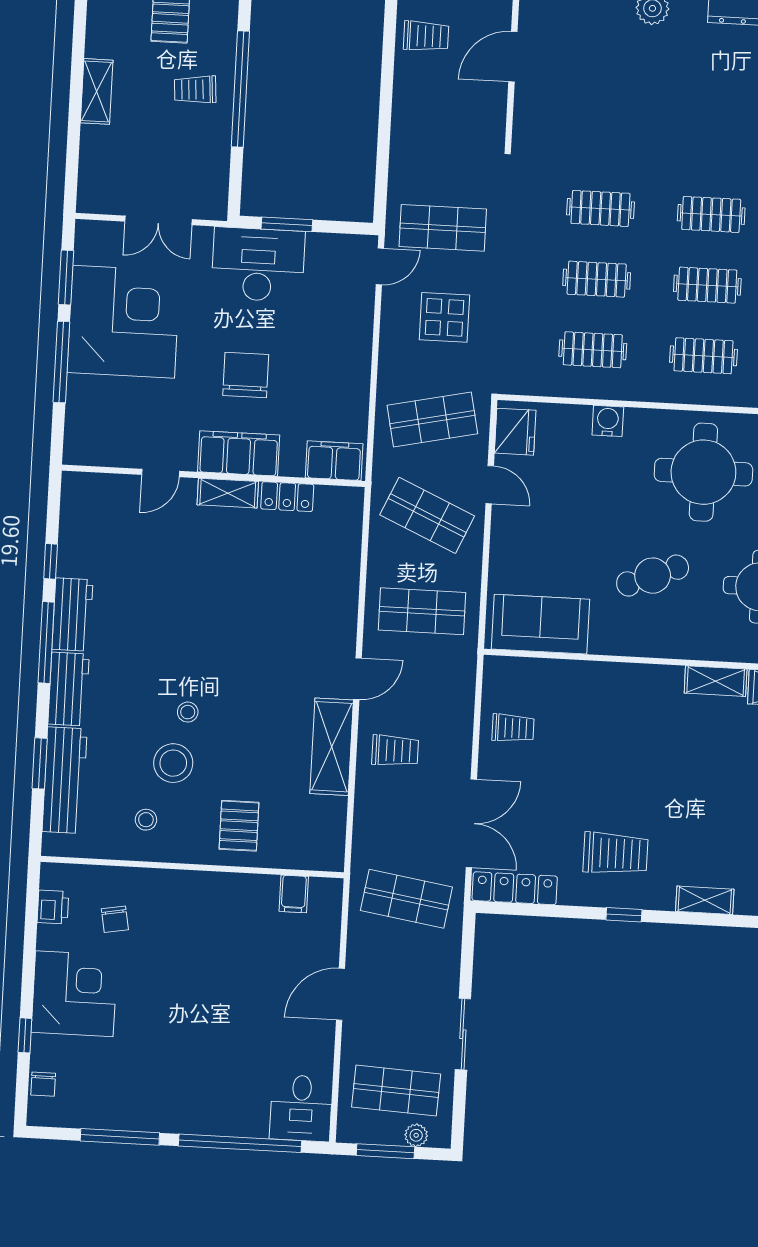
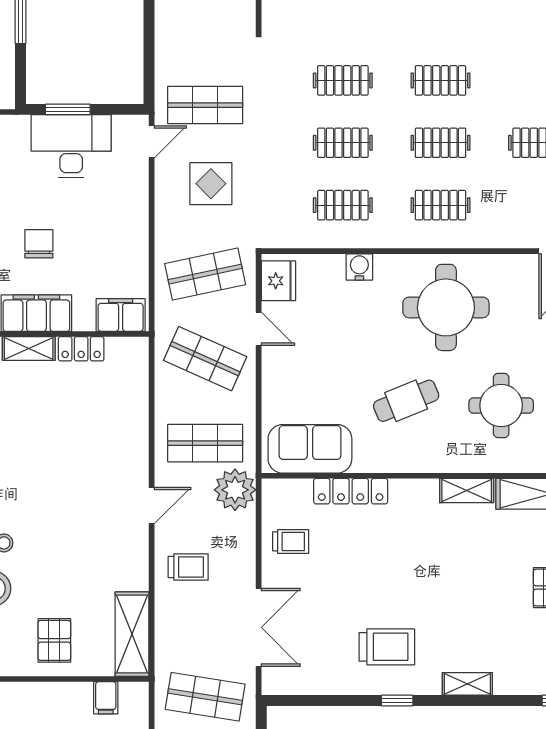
desk: (258, 265) -> (71, 146), moved
chair: (246, 375) -> (39, 244), width x0.73, depth x0.73
plant: (453, 666) -> (235, 490), added
shelving: (332, 747) -> (132, 634), moved
locker: (515, 888) -> (351, 491), moved, turned 180

